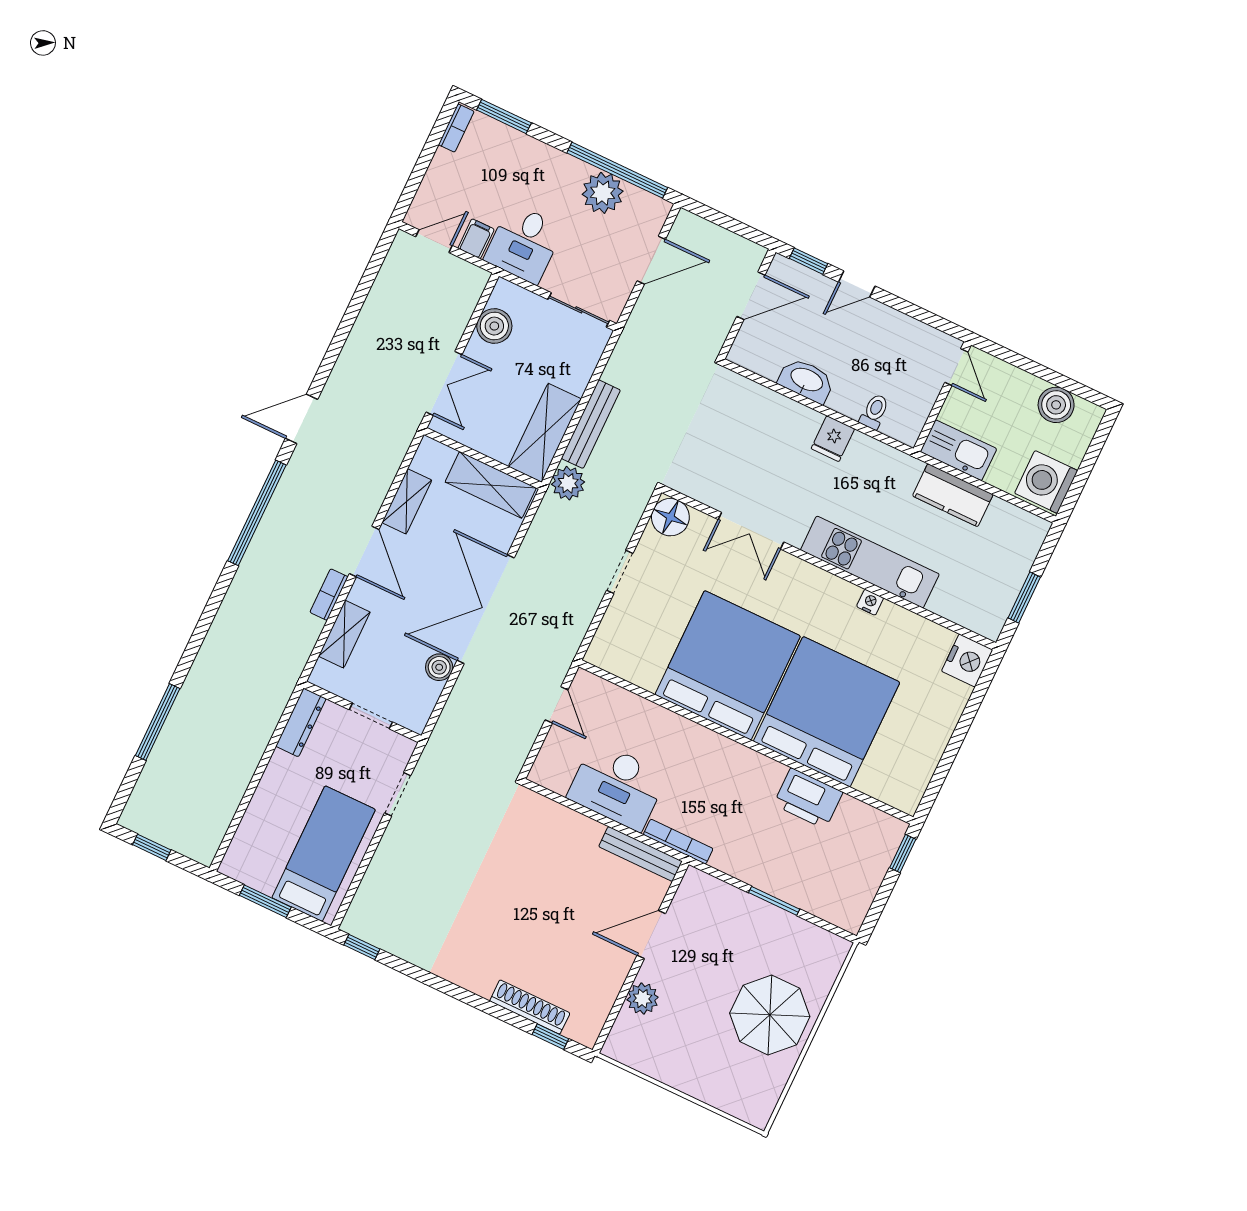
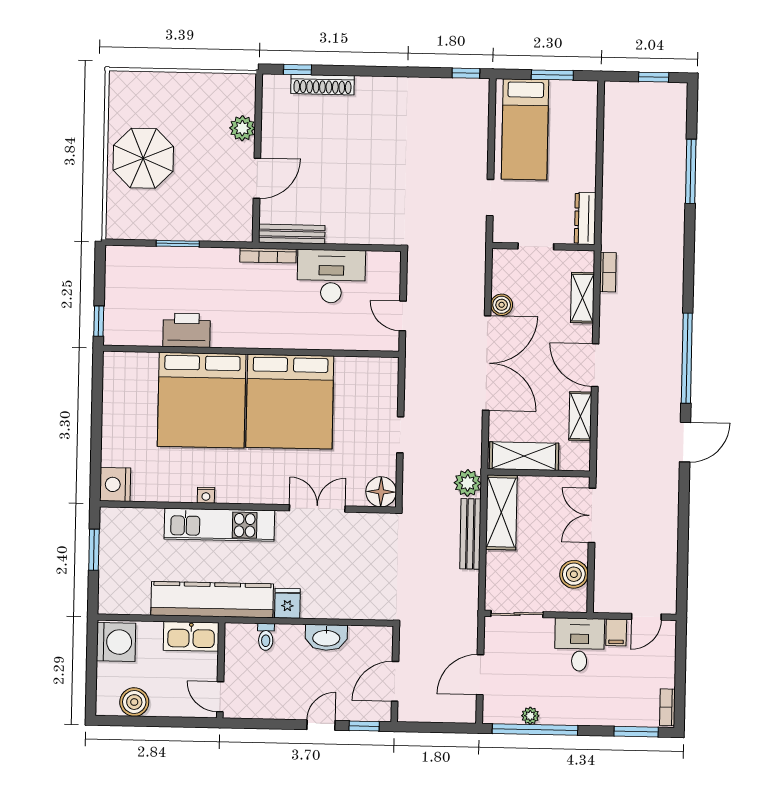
plant: (603, 193) -> (530, 716), width x0.53, depth x0.53
kitchen counter: (953, 495) -> (212, 600), width x2.08, depth x1.17
bookcase: (329, 595) -> (608, 272), moved

